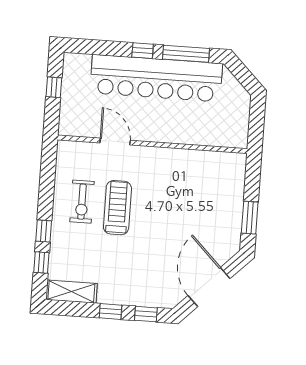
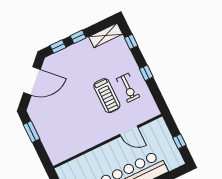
exercise bike: (82, 202) -> (128, 88), turned 180
window: (44, 231) -> (146, 73), moved
door: (209, 287) -> (32, 81), hinge flipped

